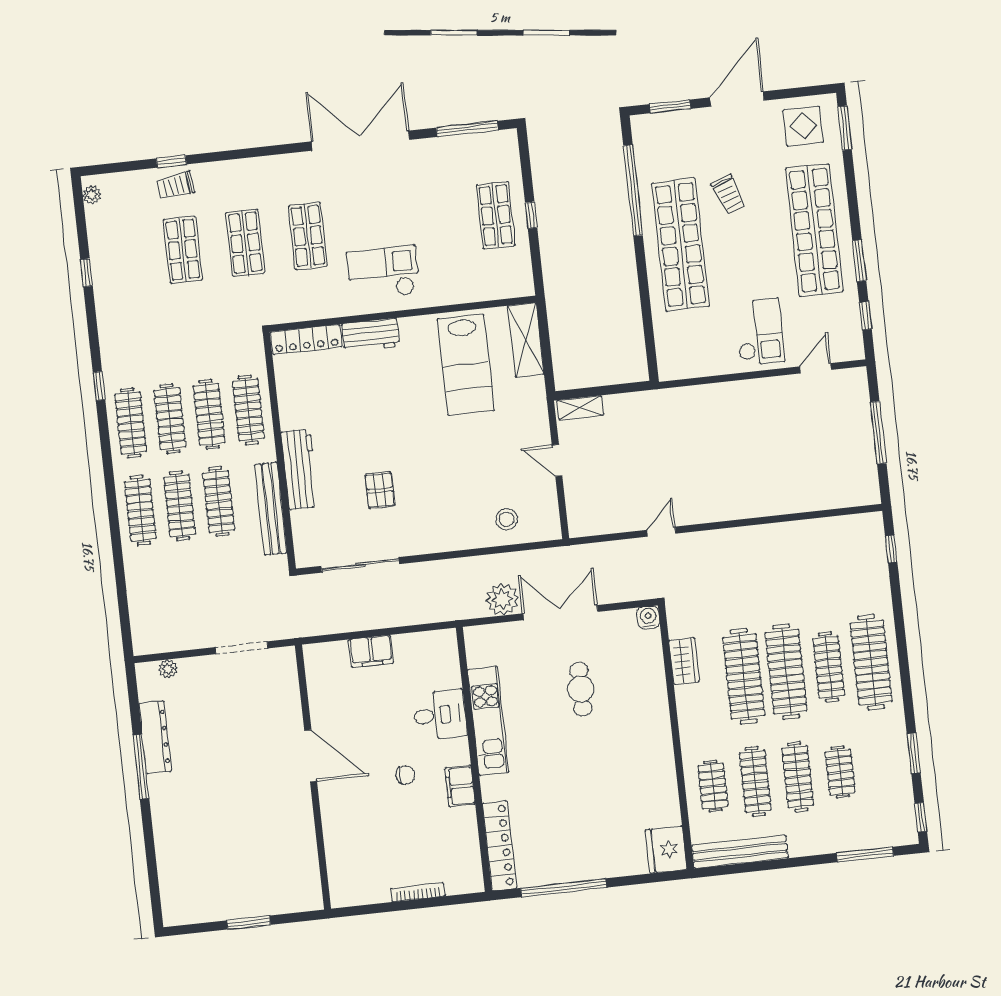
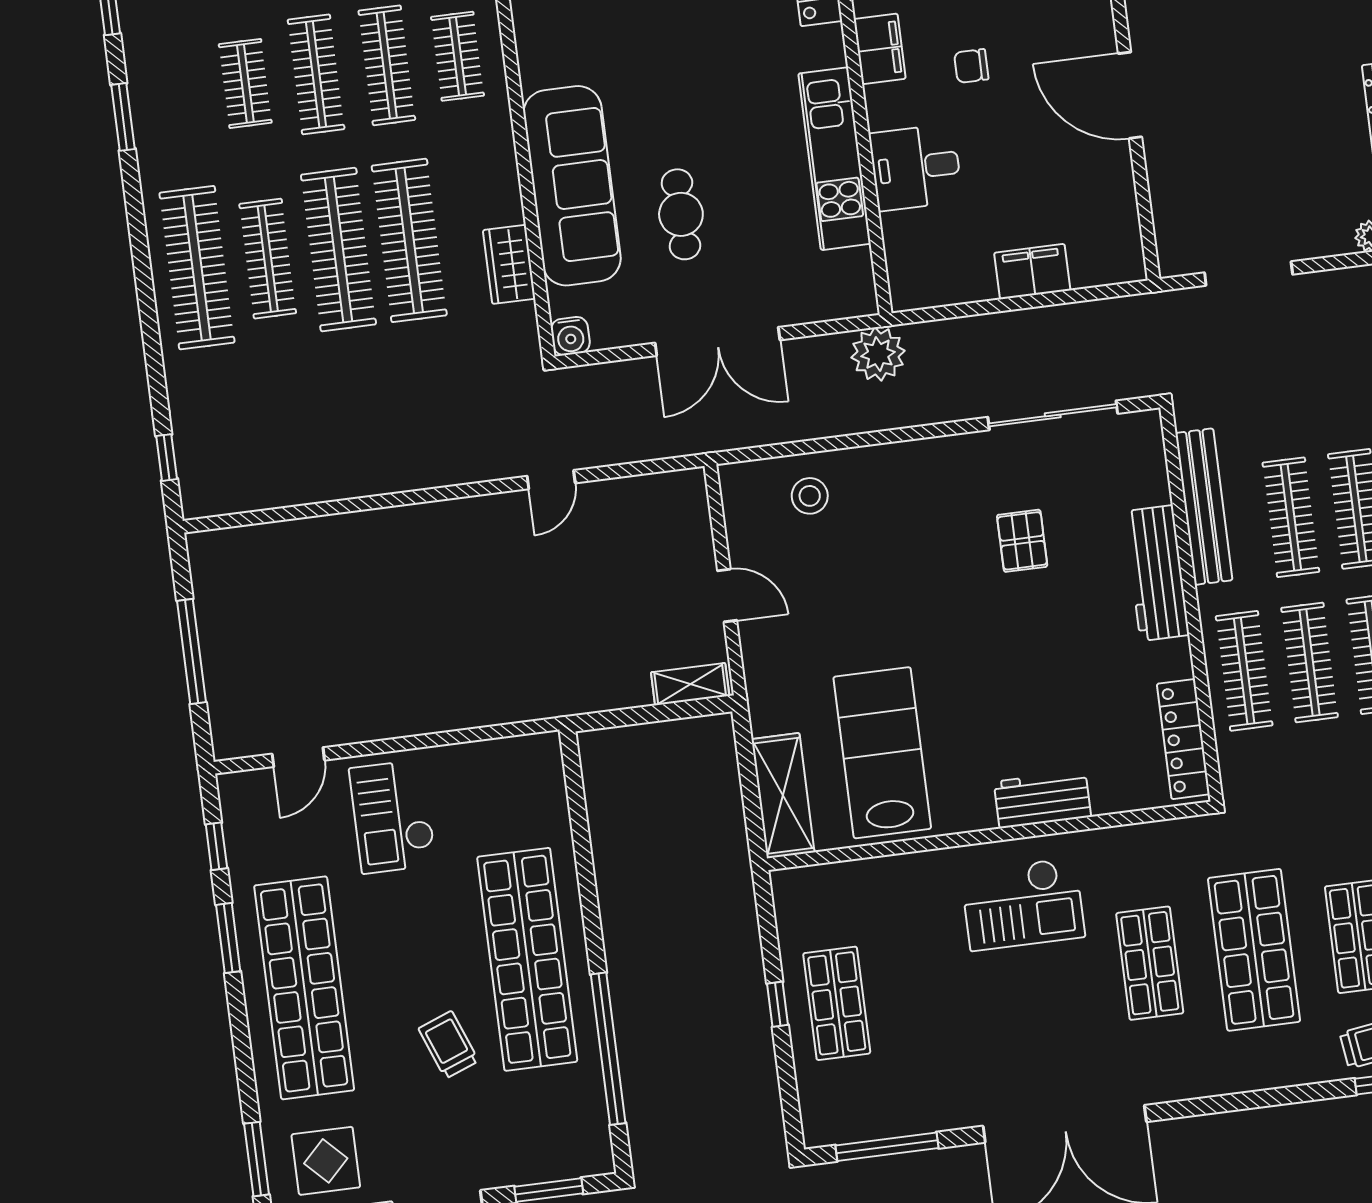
shop shelf: (245, 243) -> (1254, 950), width x1.43, depth x1.36
locker: (306, 340) -> (1183, 739), moved, turned -90
plant: (502, 599) -> (878, 354), moved
sofa: (646, 707) -> (572, 186), added

